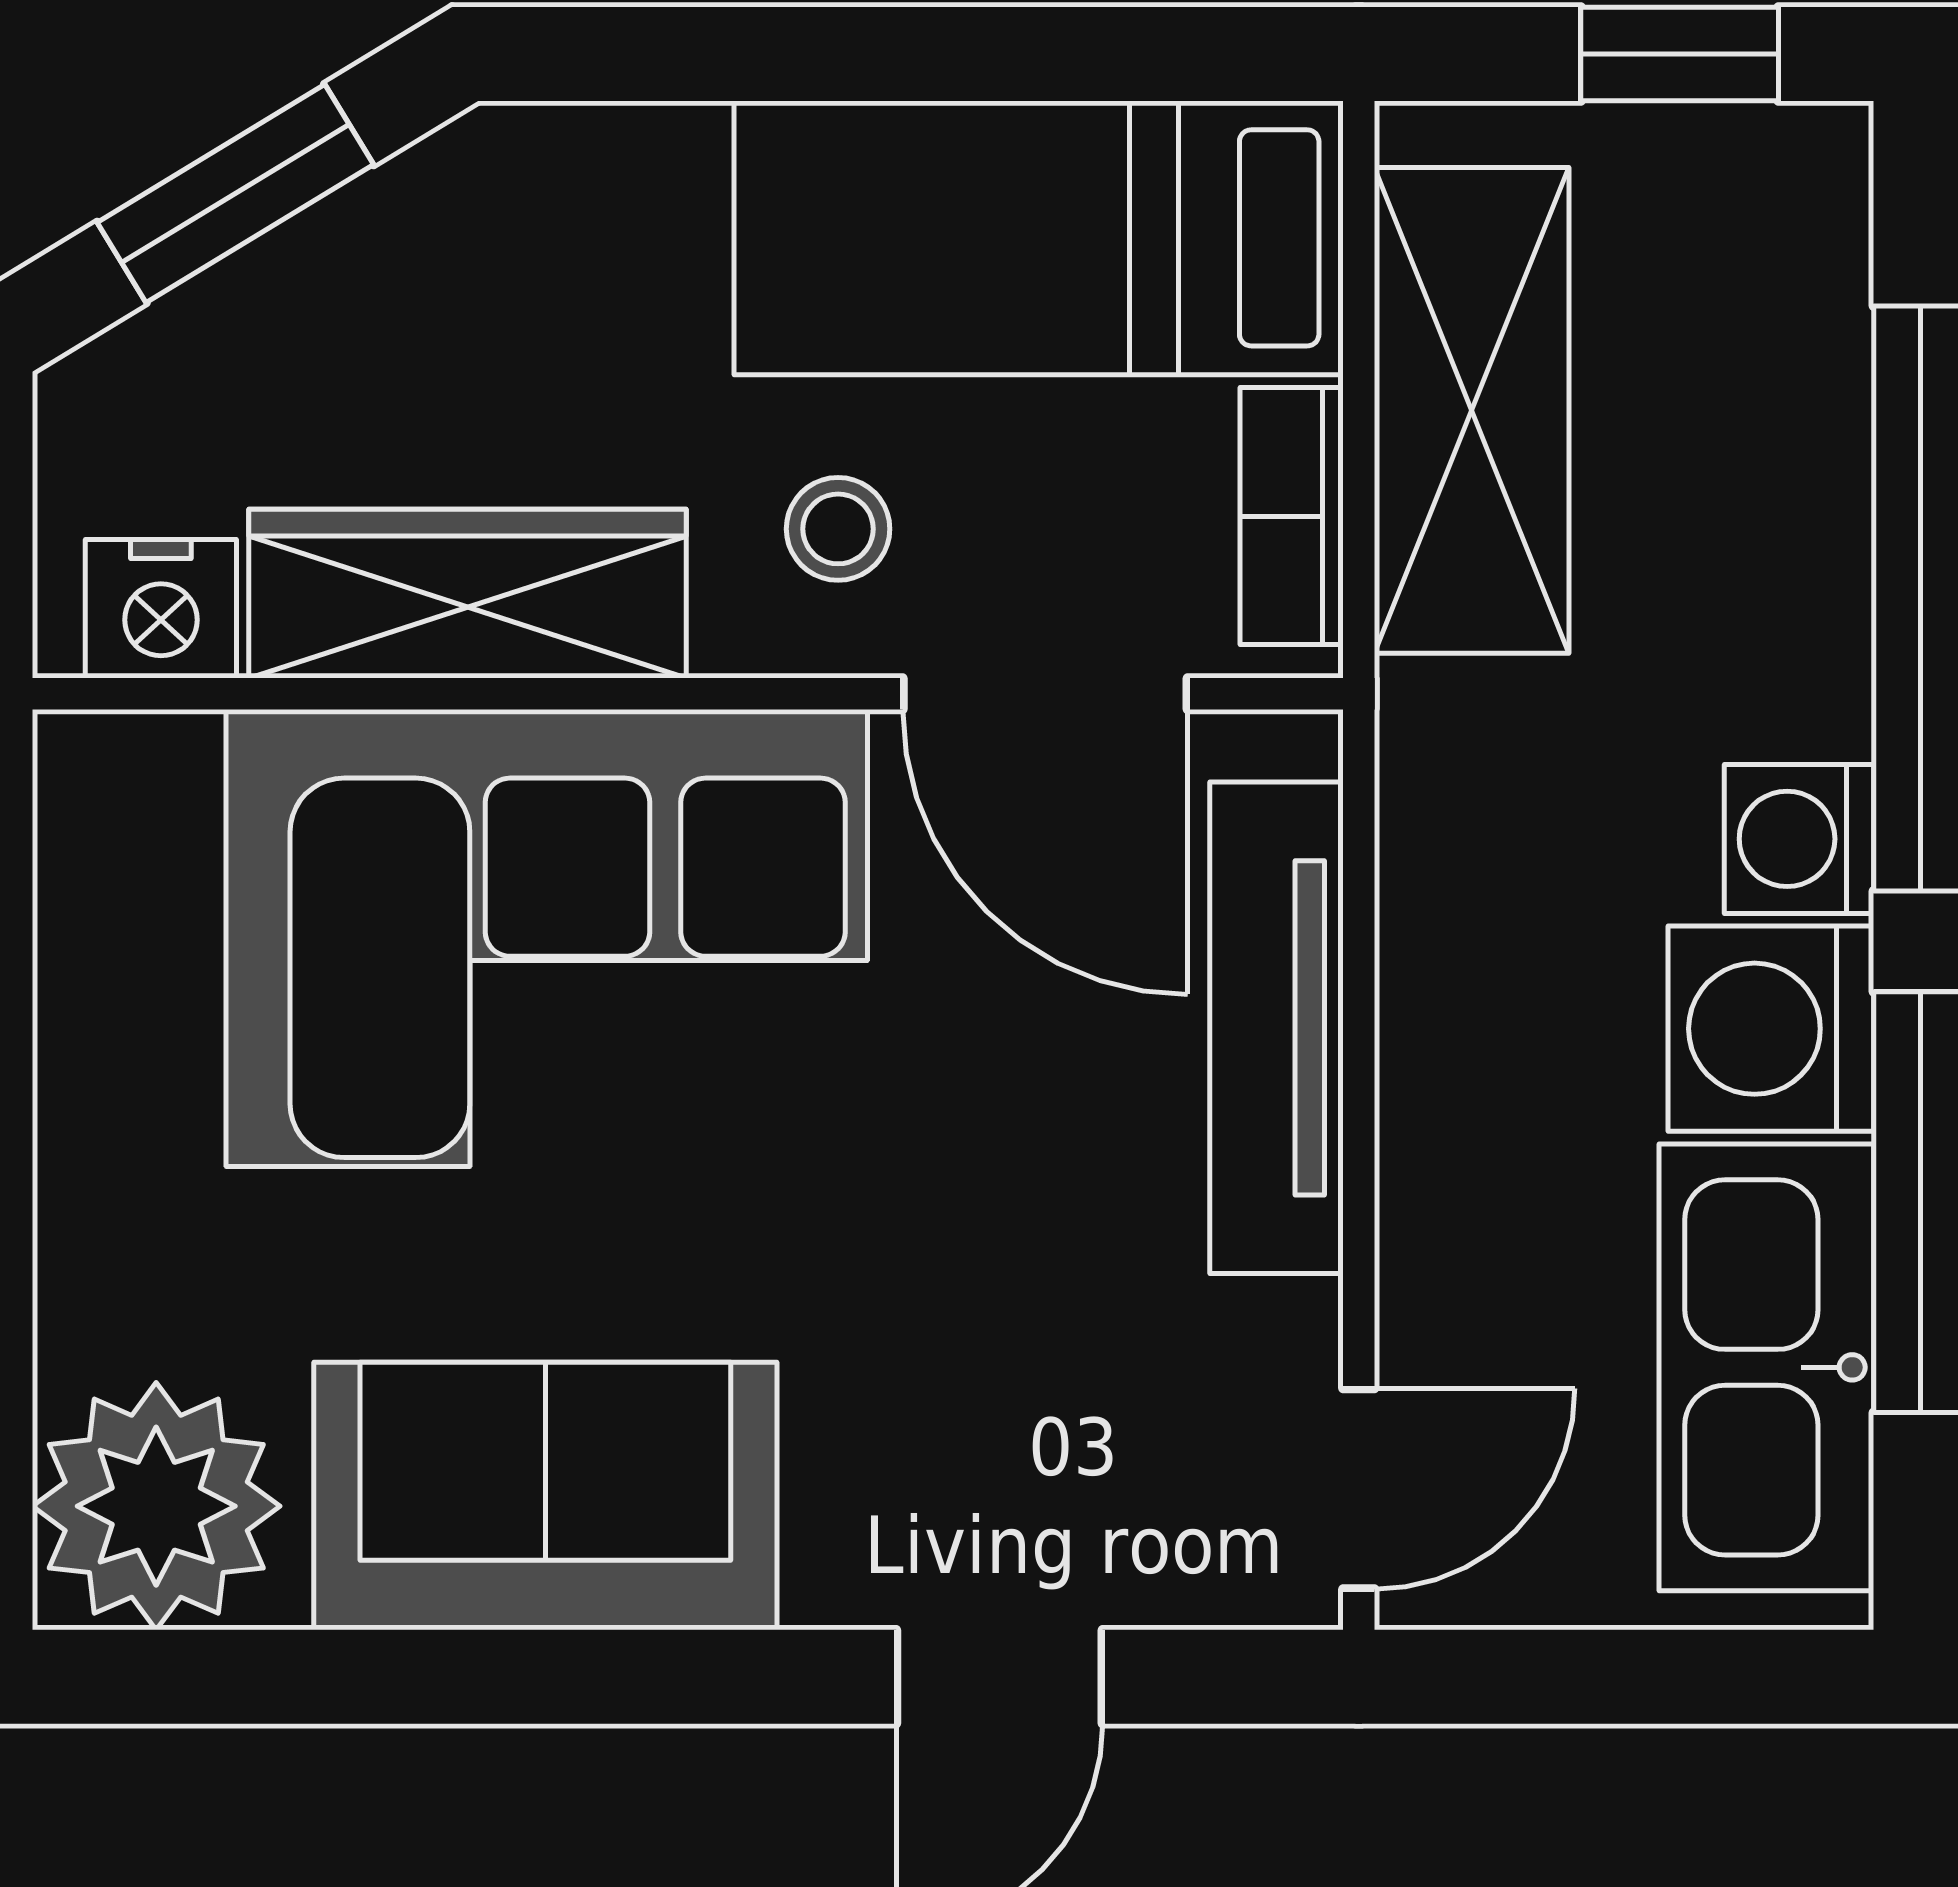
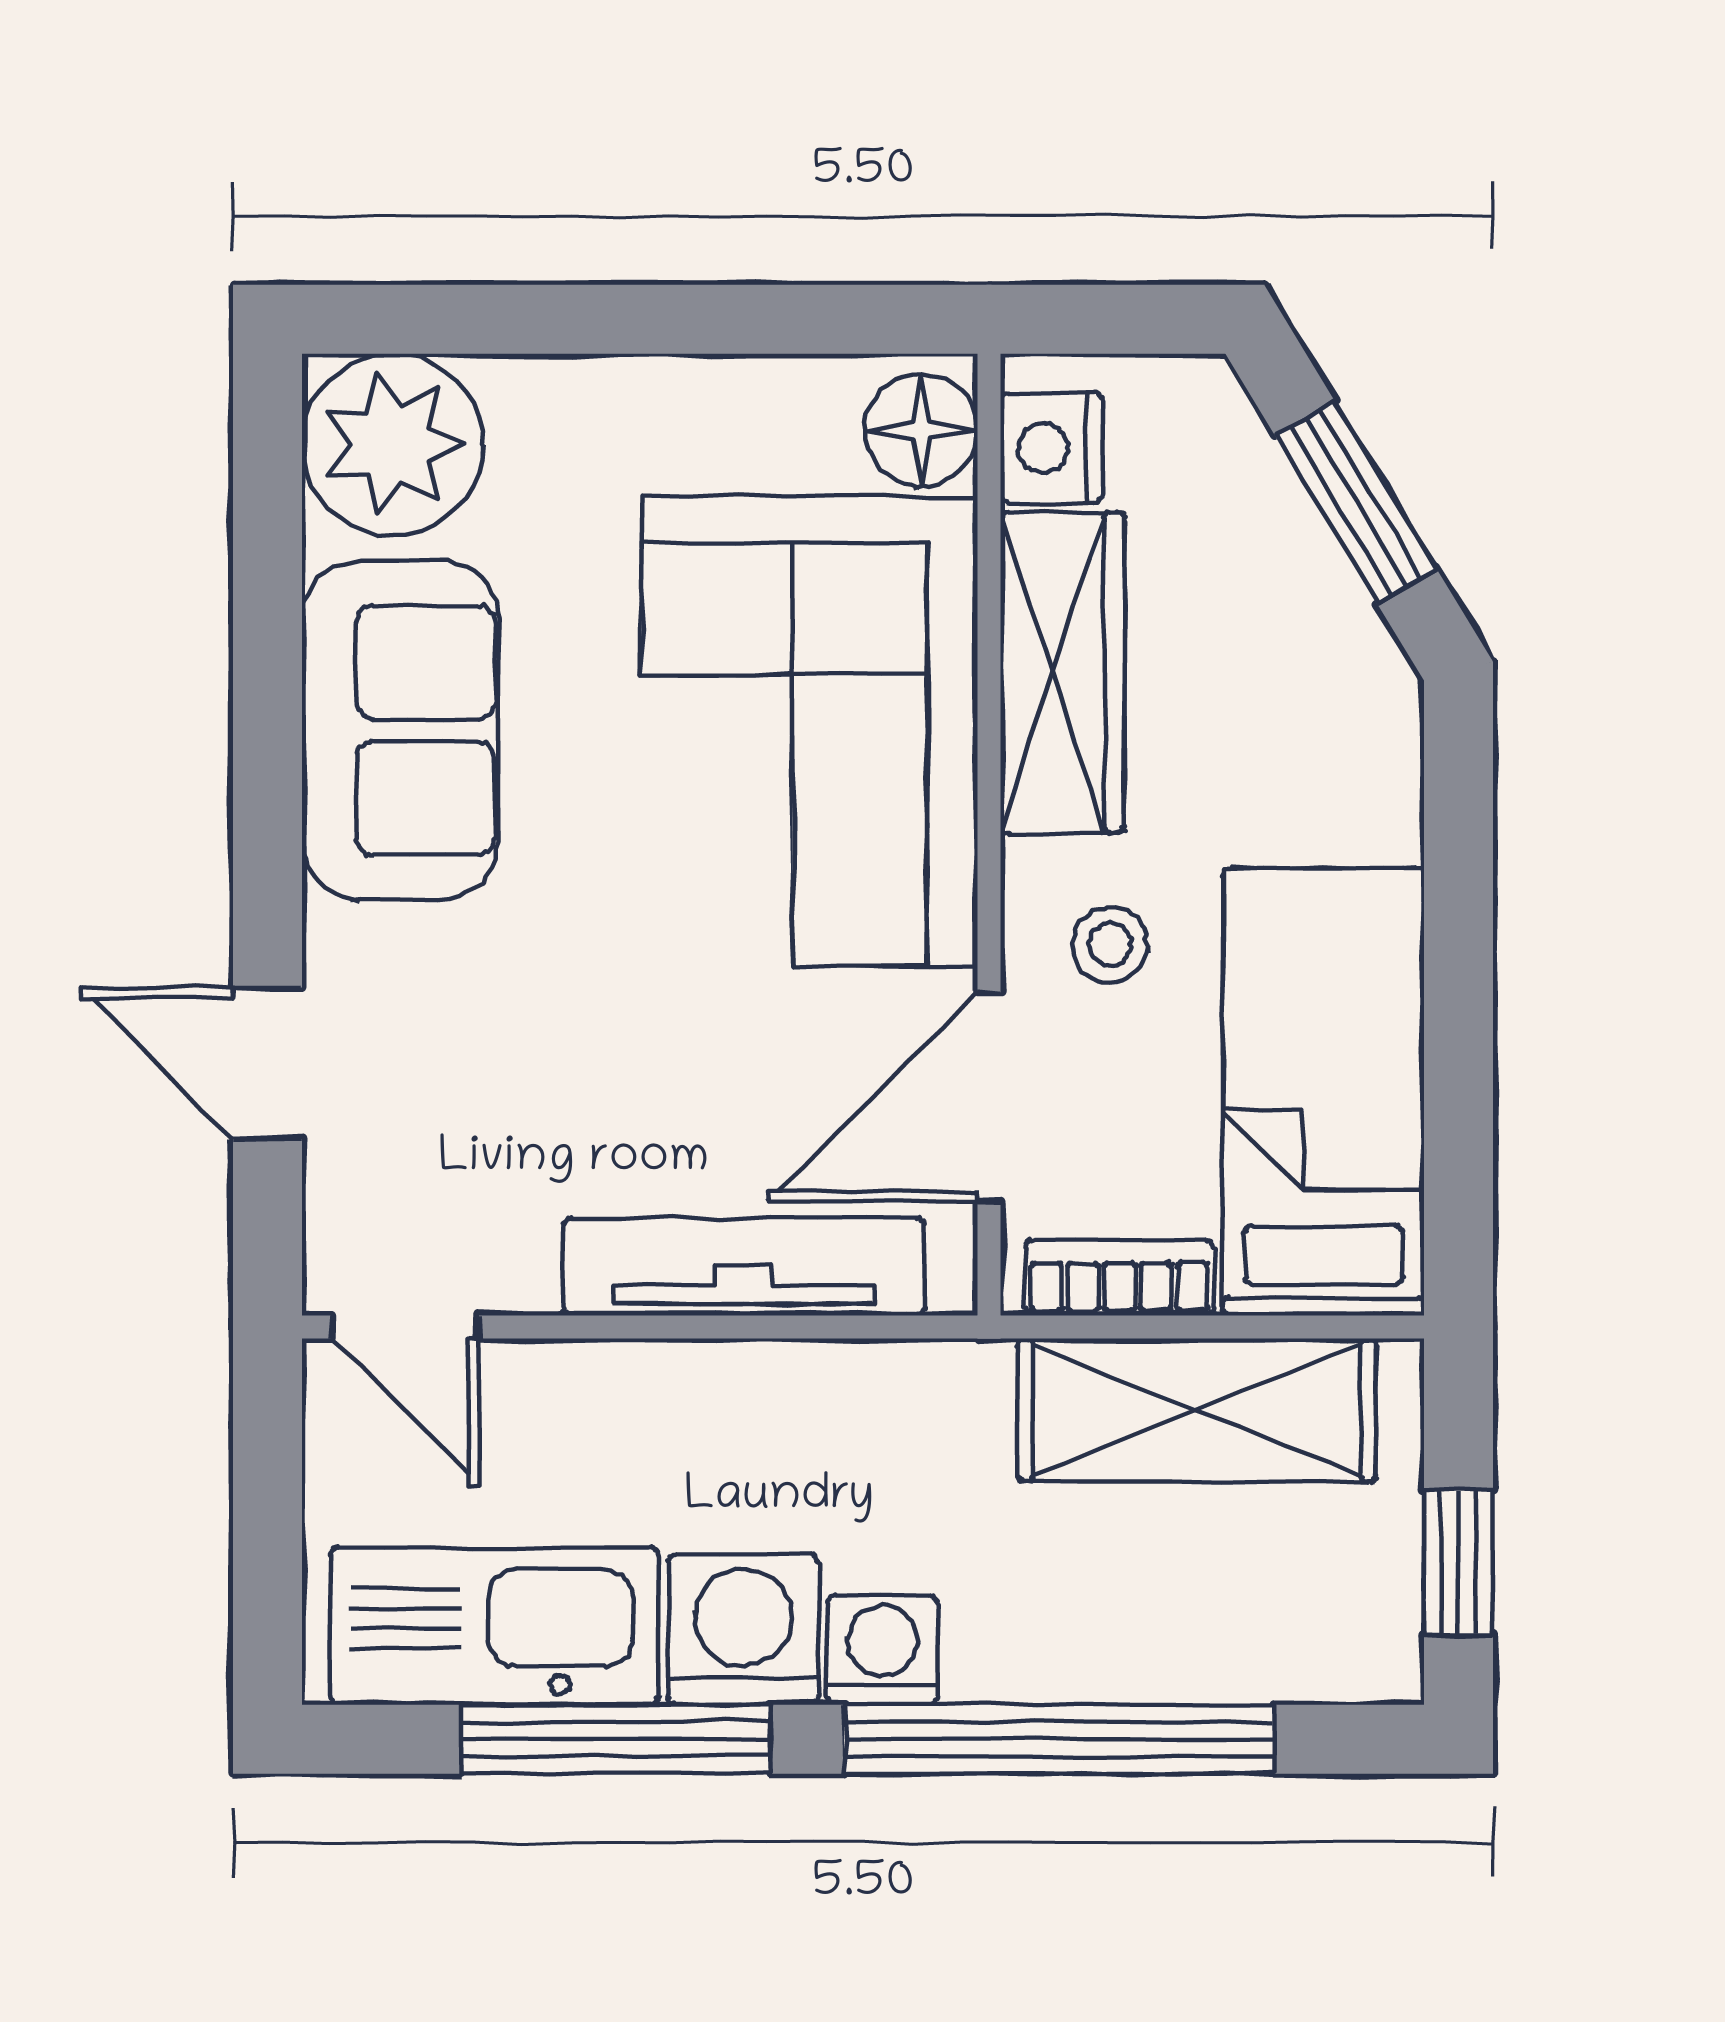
floor lamp: (137, 786) -> (921, 430), added

